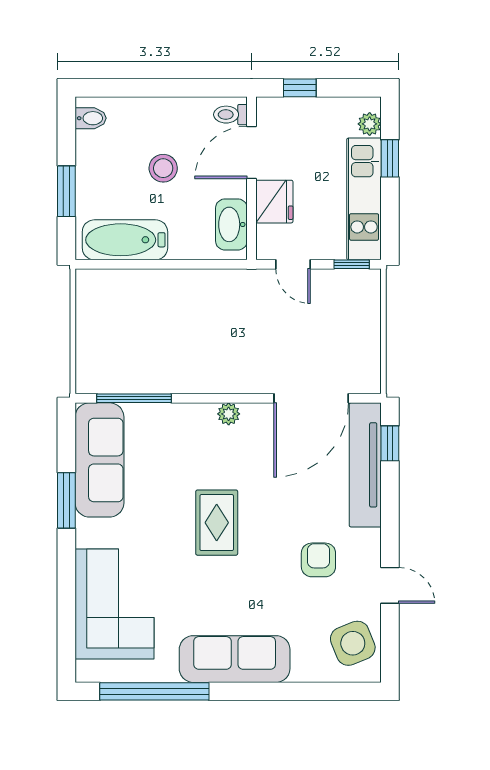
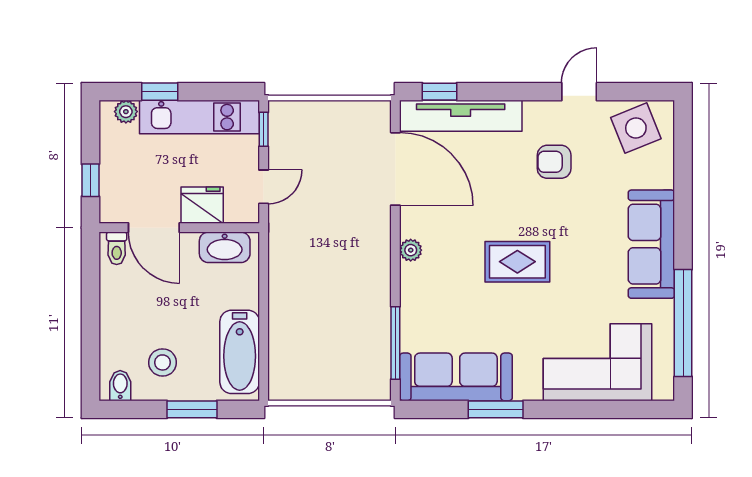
stool: (163, 168) -> (162, 362), moved

